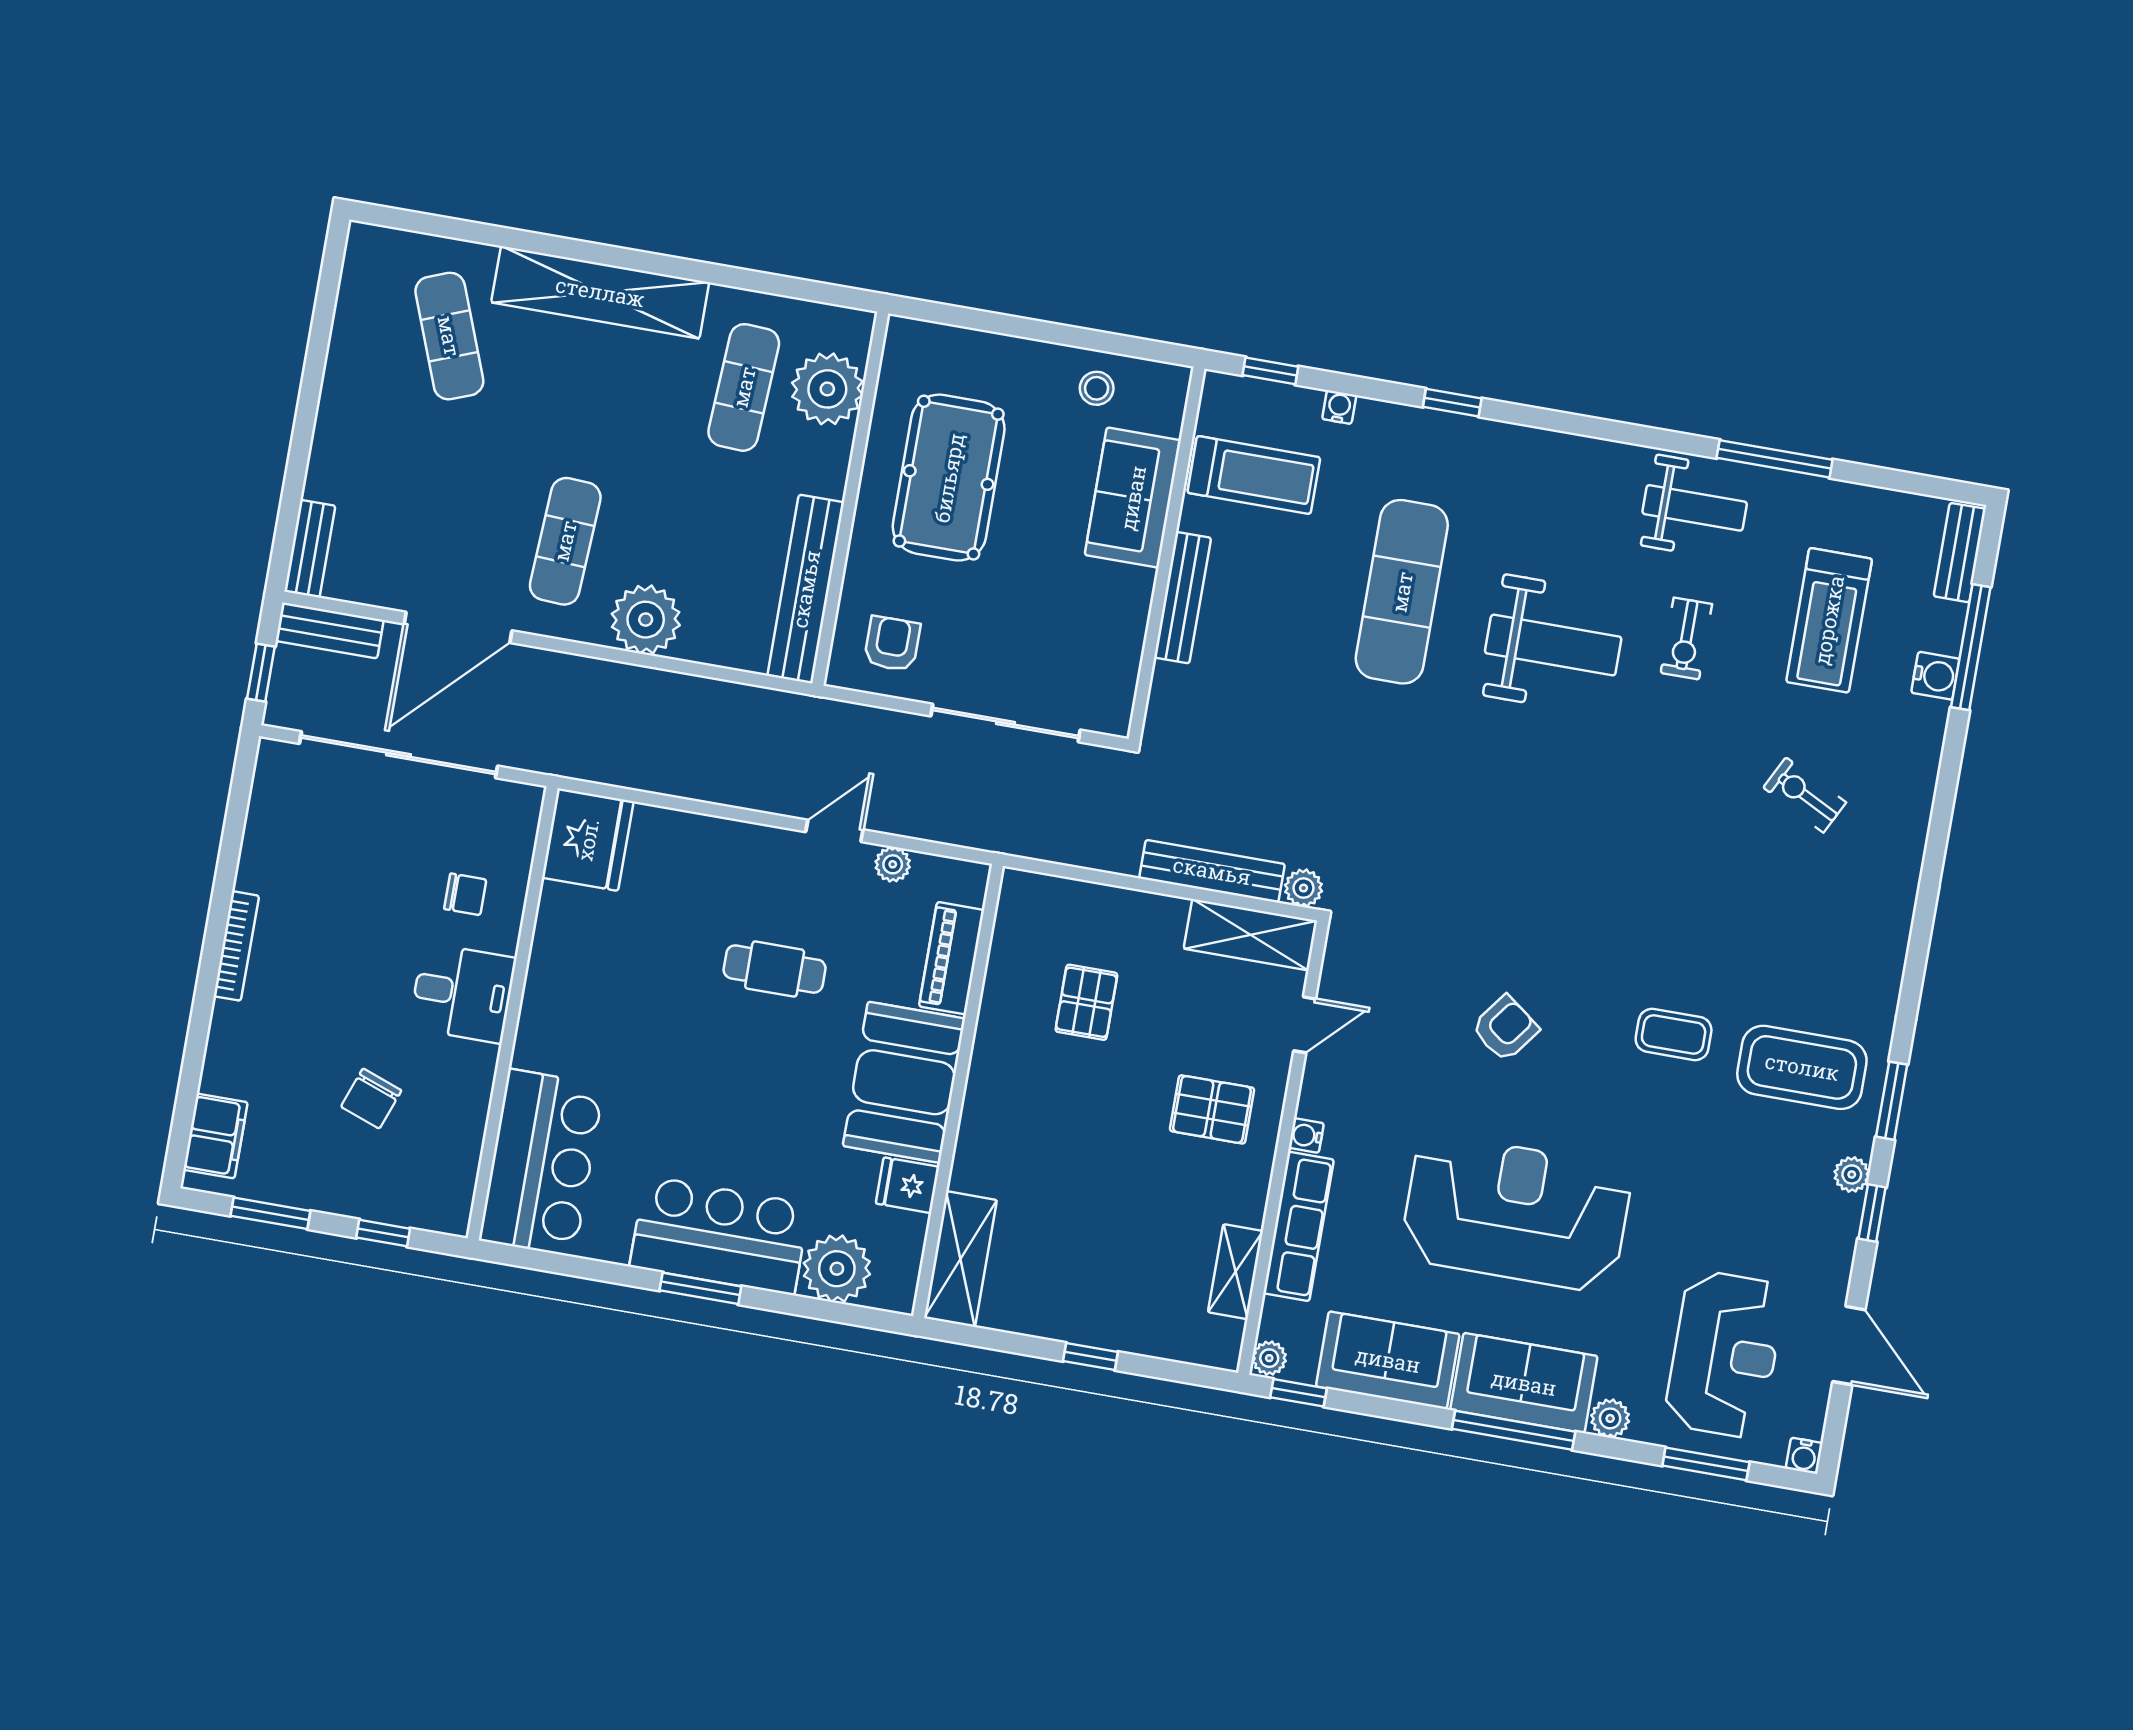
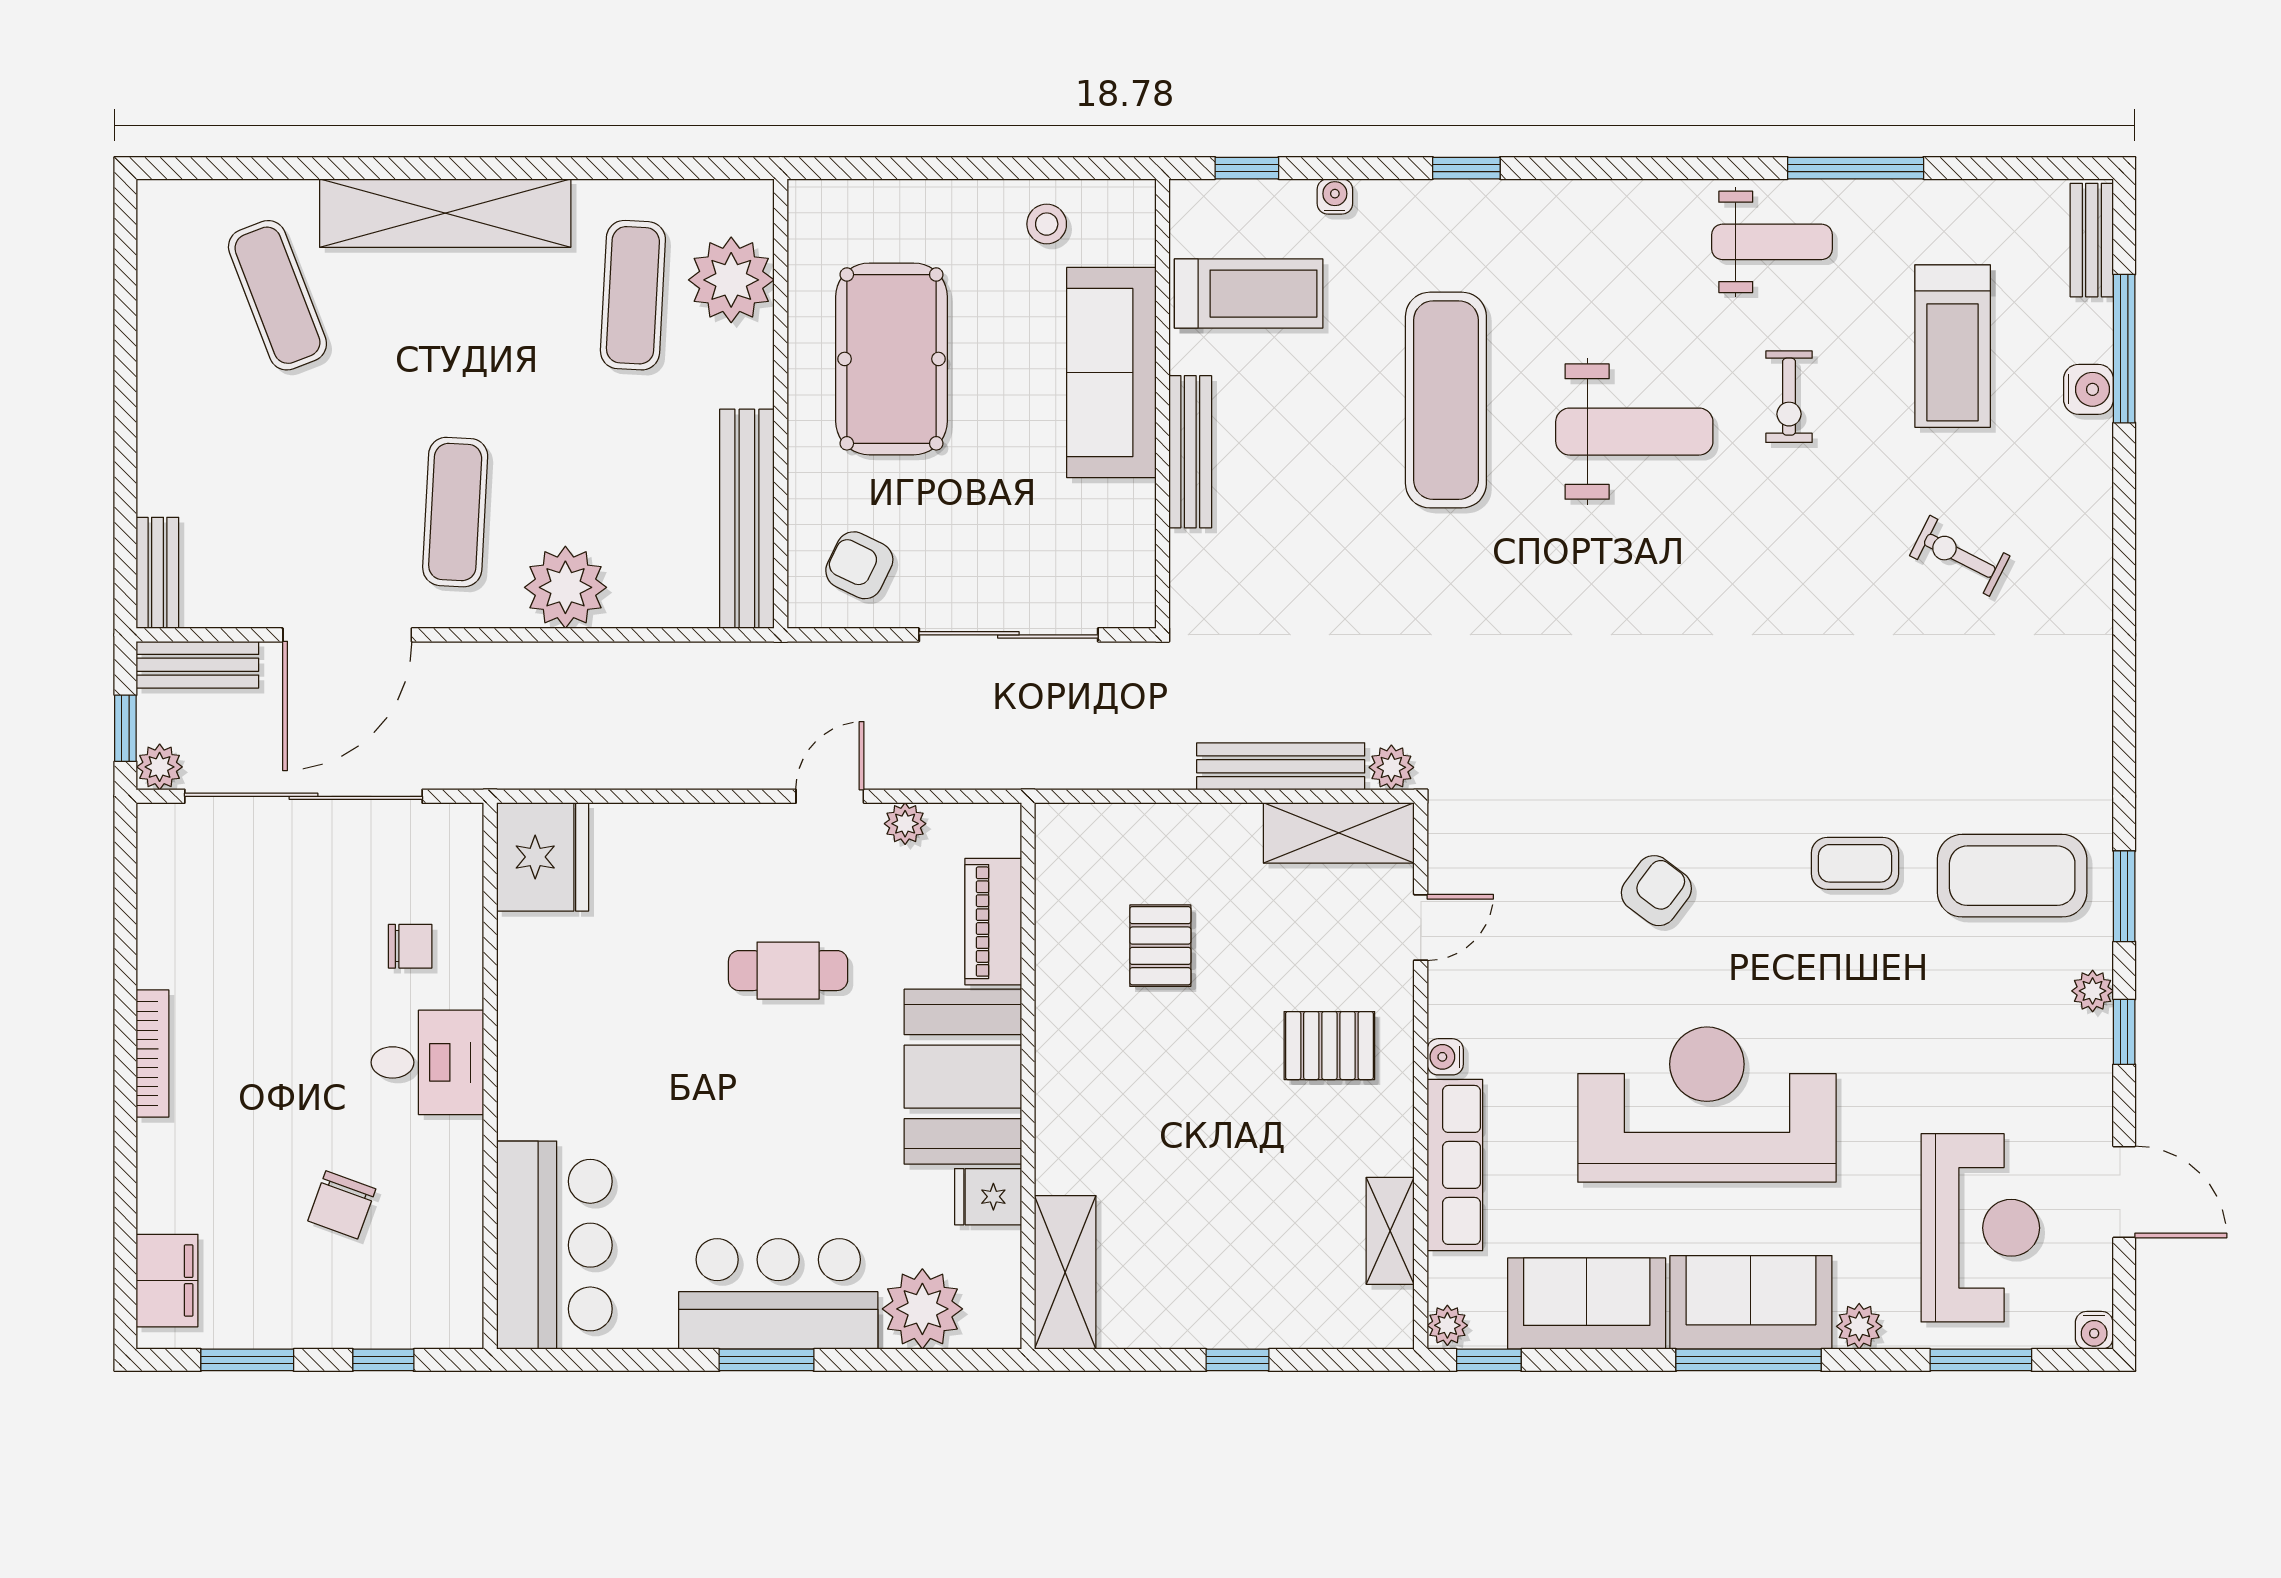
sofa: (1133, 498) -> (1111, 373), width x1.36
armchair: (892, 644) -> (859, 565), turned -64
plant: (284, 710) -> (160, 767), added

